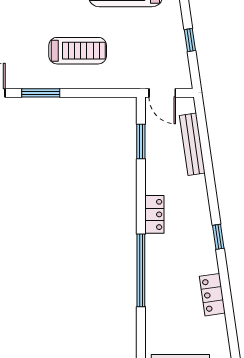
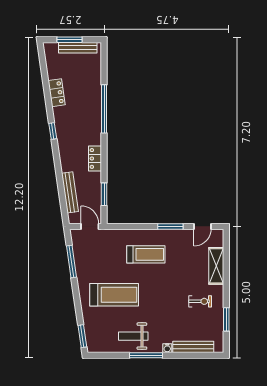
window: (190, 40) -> (72, 261), width x2.17
treadmill: (78, 51) -> (146, 254), turned 180
locker: (154, 214) -> (95, 158), moved

